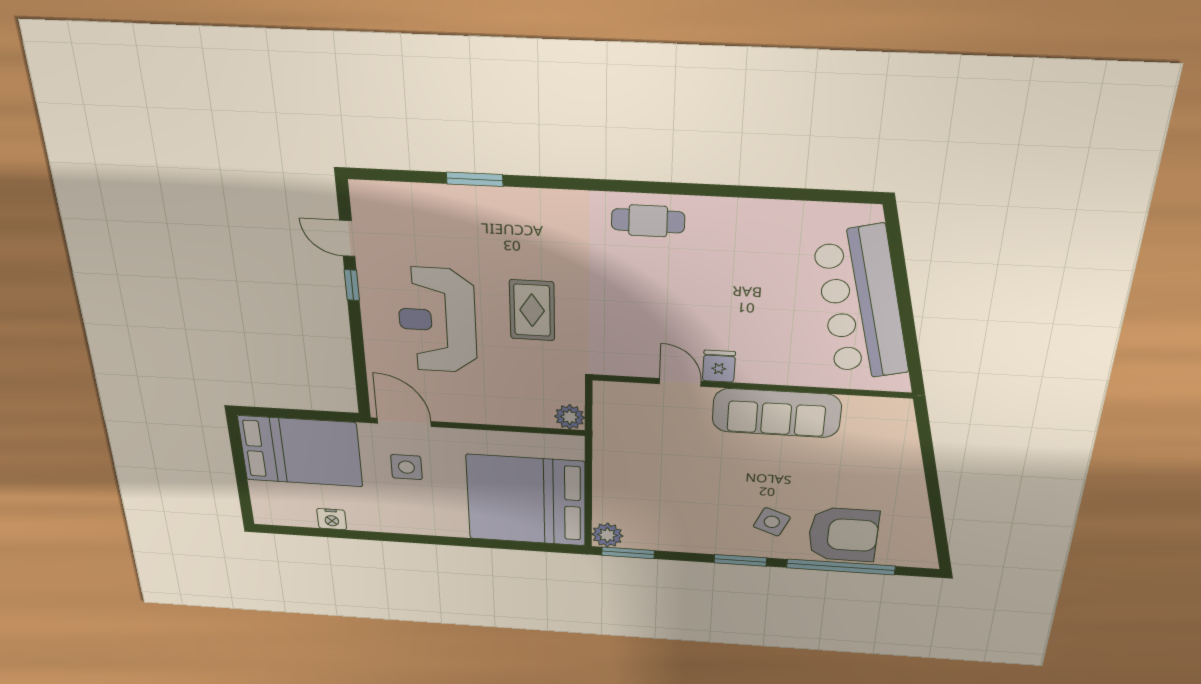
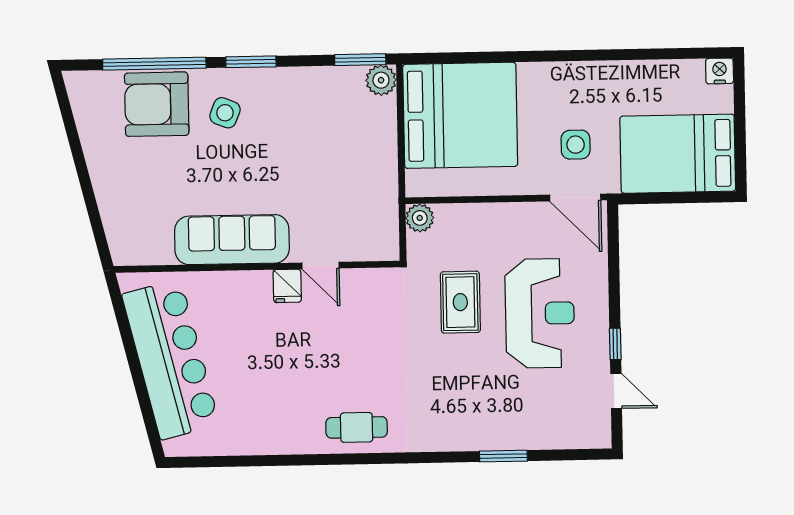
rug: (532, 310) -> (460, 302), moved
nightstand: (332, 519) -> (720, 71), moved

